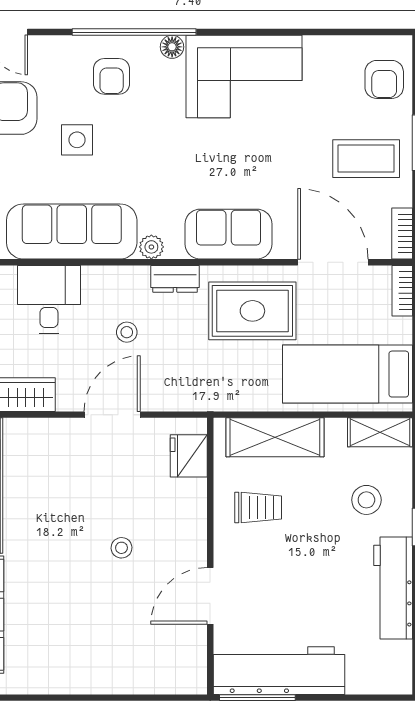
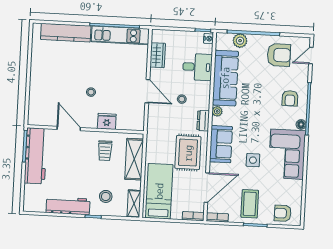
armchair: (112, 76) -> (290, 98), turned -90
side table: (77, 140) -> (253, 160), moved
fridge: (189, 456) -> (107, 121), moved

